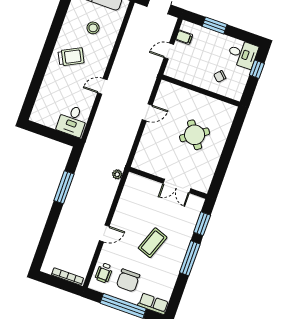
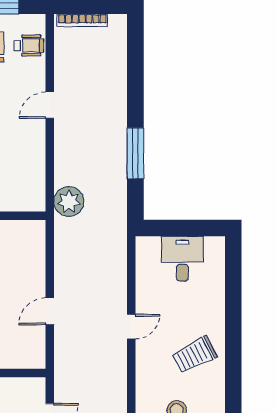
desk: (72, 121) -> (182, 259), moved
plant: (117, 174) -> (69, 201), width x1.88, depth x1.88
wheelchair: (104, 273) -> (29, 45), turned 89

